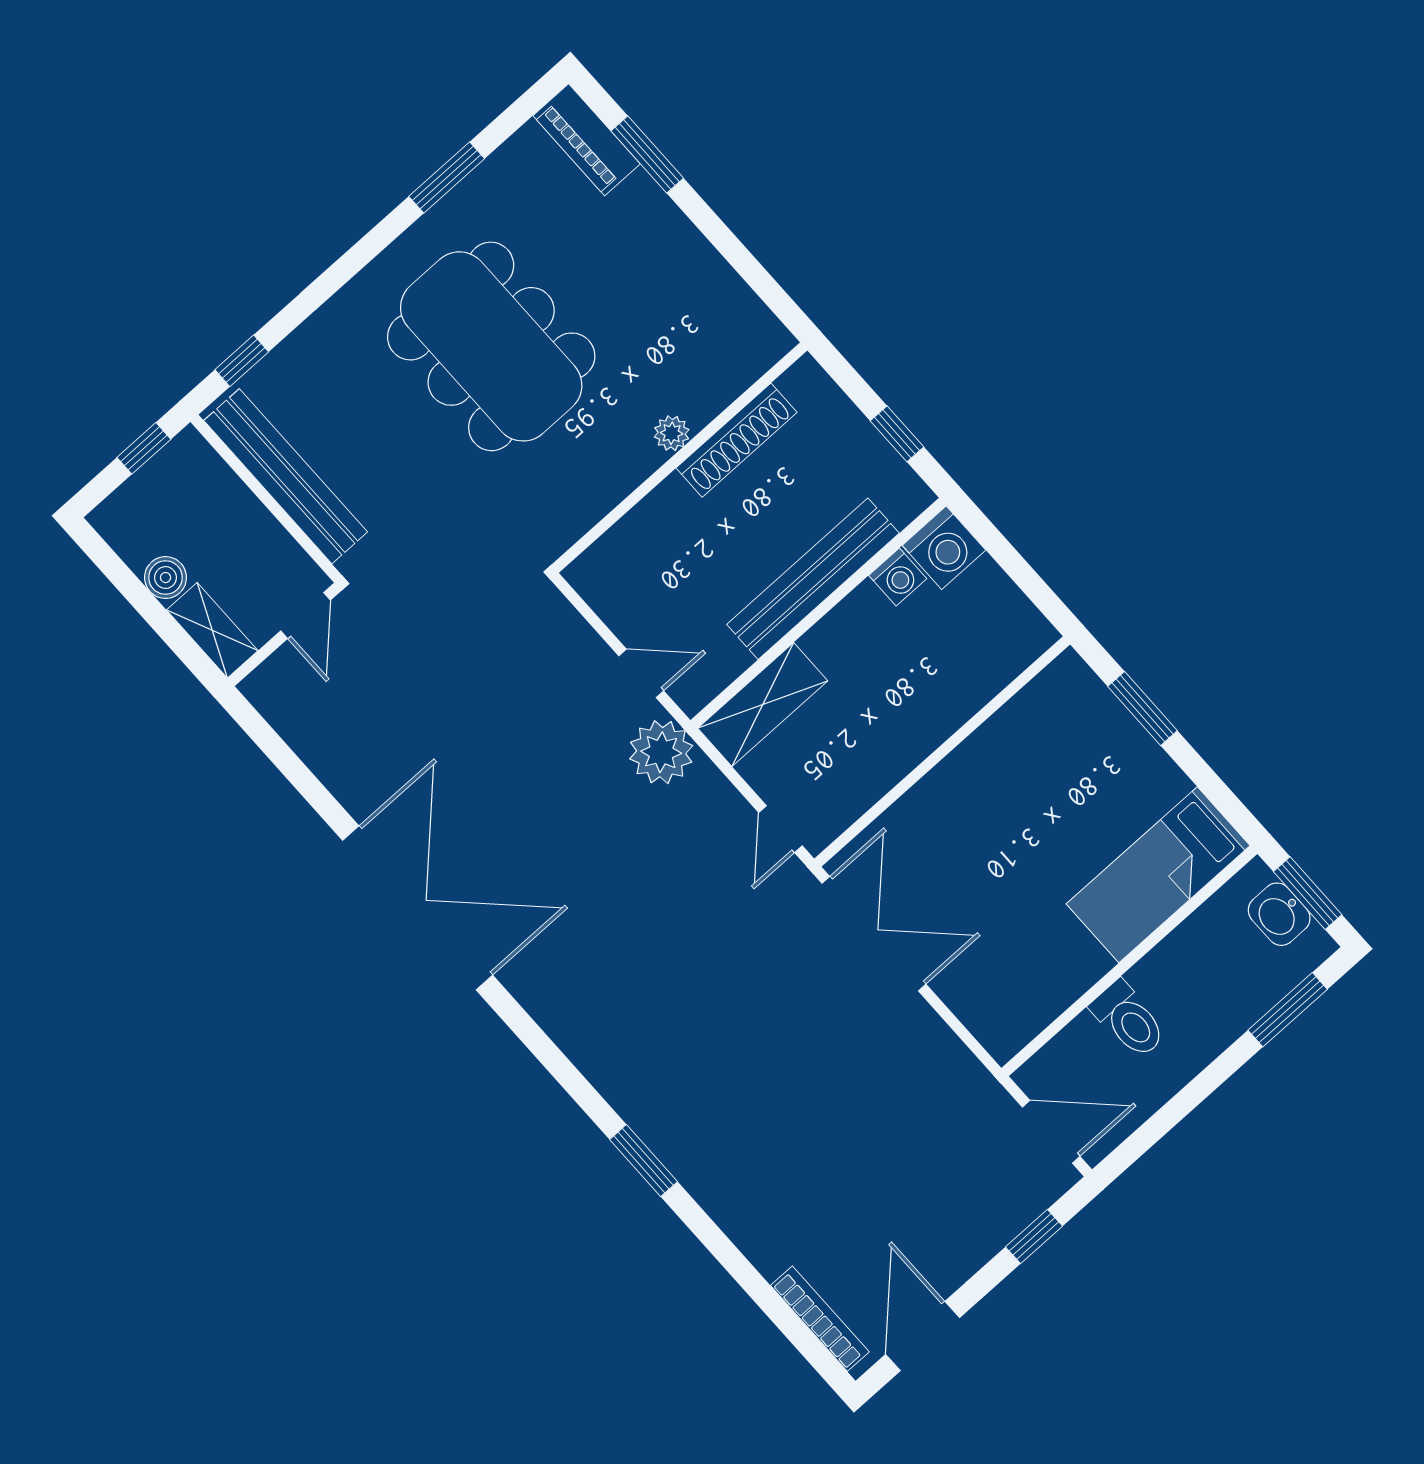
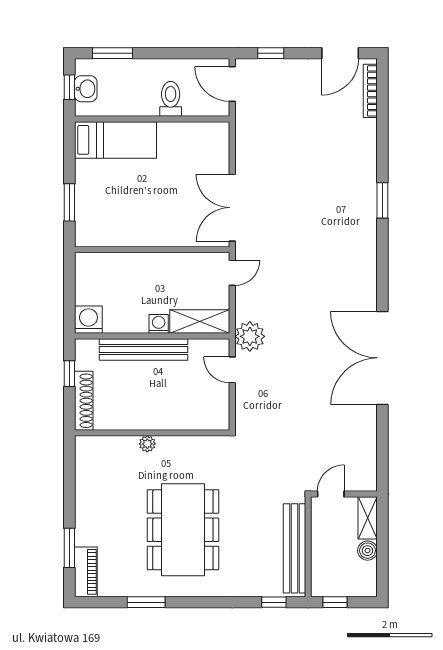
shoe rack: (737, 440) -> (84, 401), moved, turned 90
washing machine: (898, 577) -> (159, 324), moved
window: (1308, 893) -> (69, 87), width x0.67

